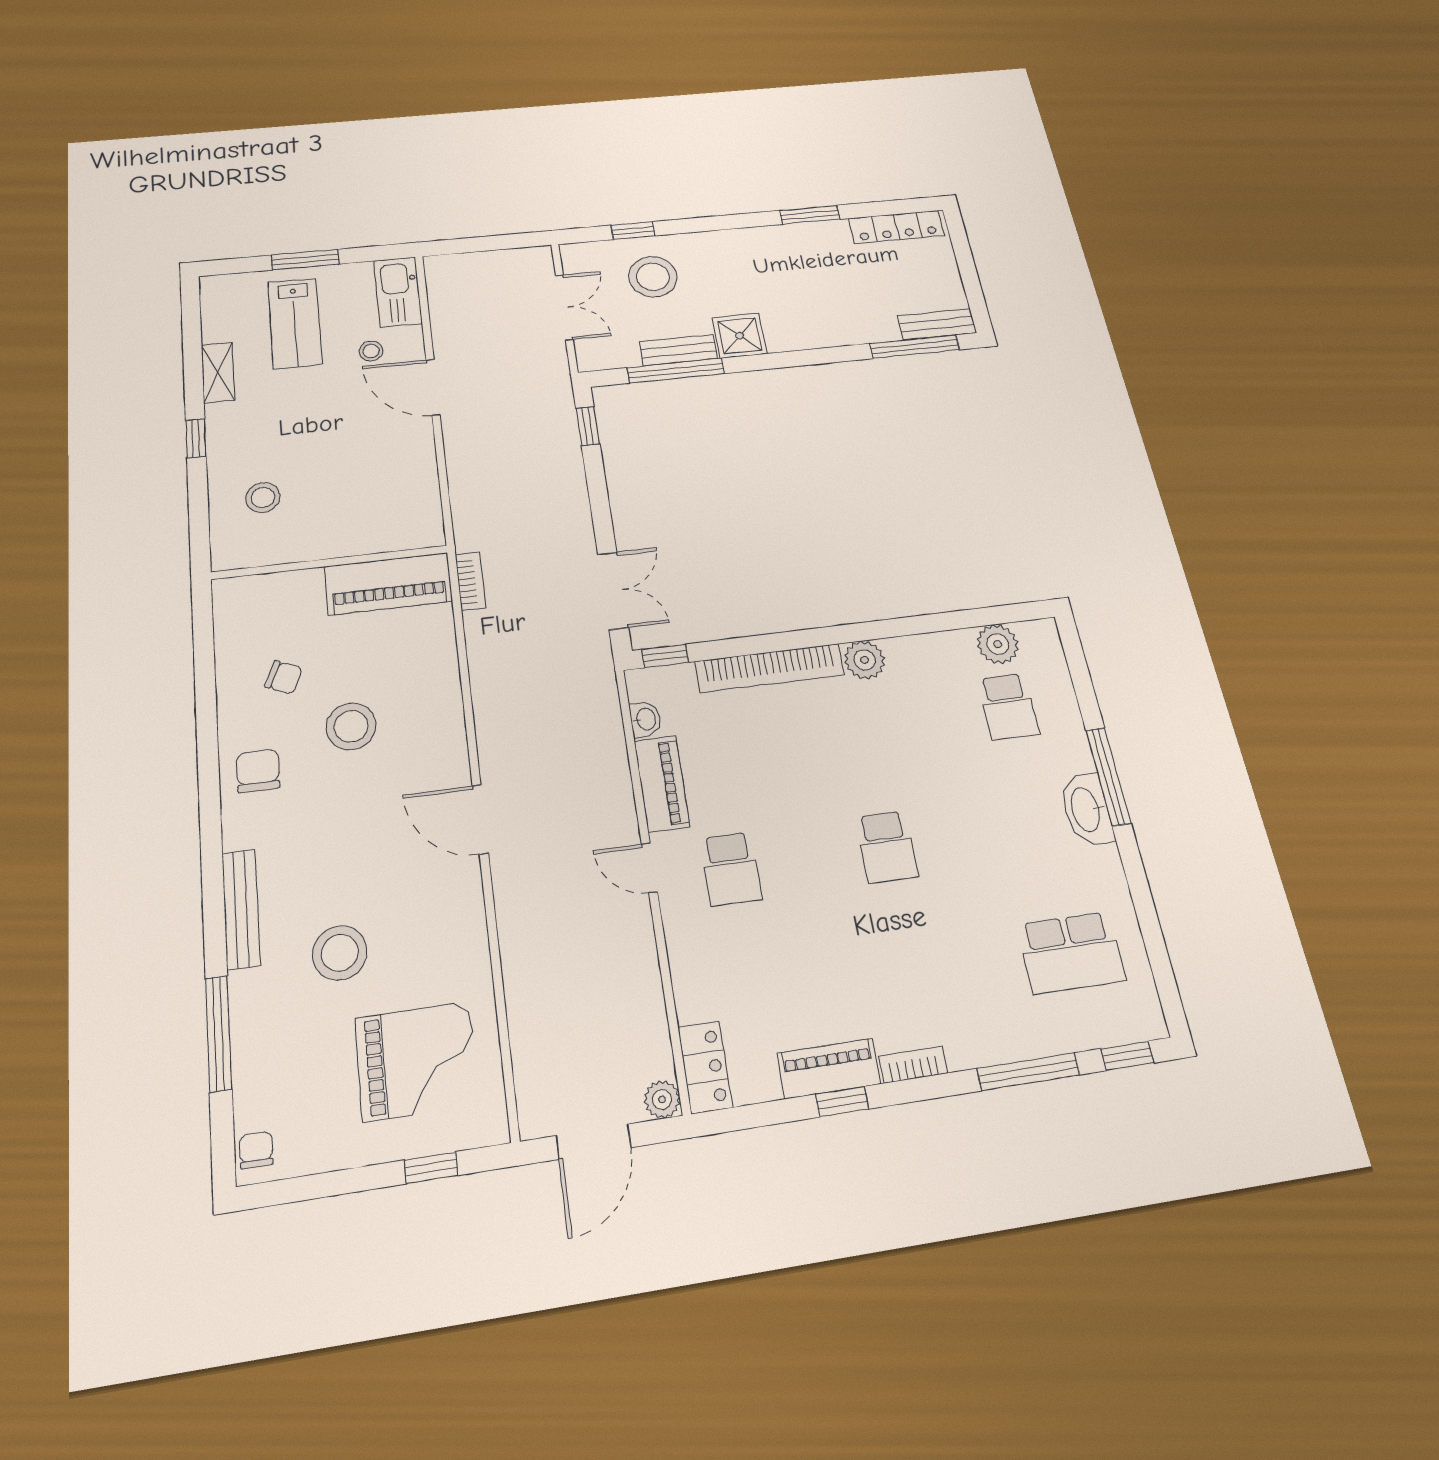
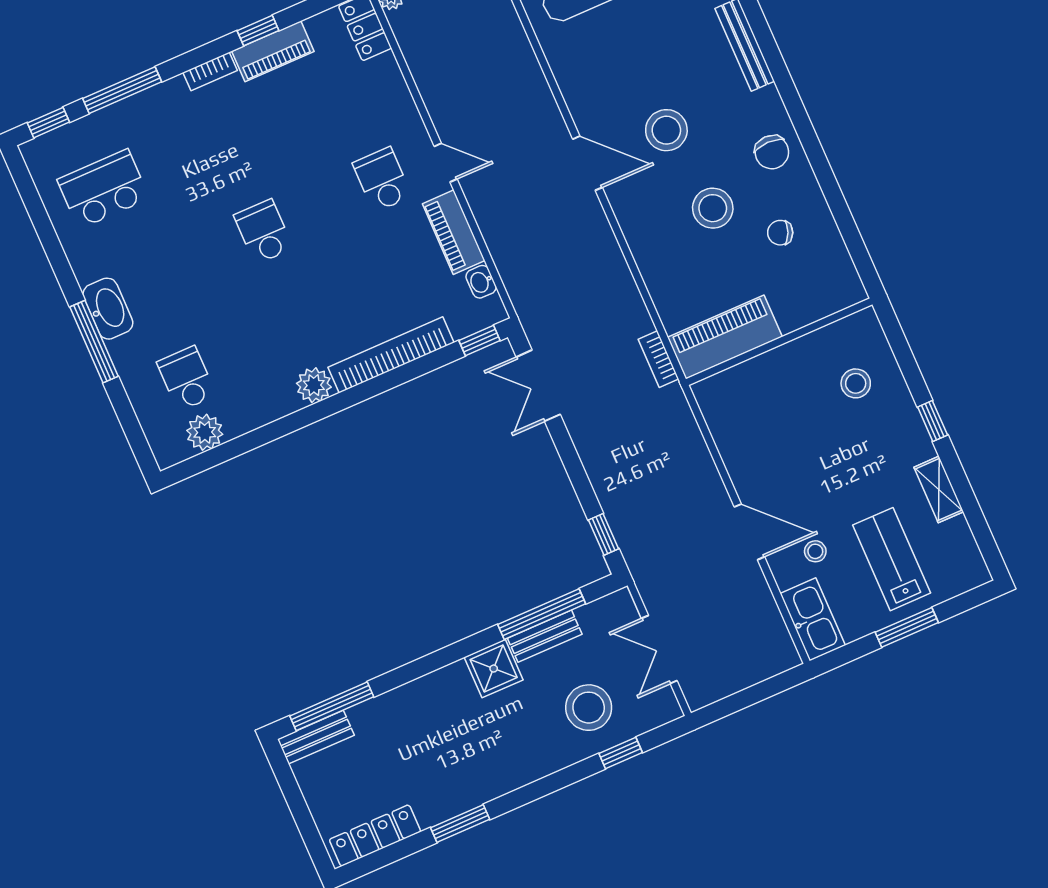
stool: (340, 953) -> (666, 130), moved

